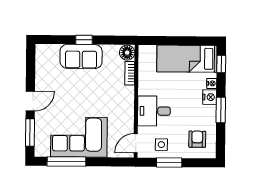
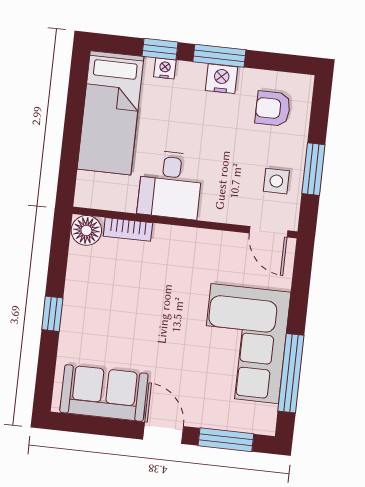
sofa: (81, 56) -> (104, 393), moved, turned -90
window: (221, 64) -> (160, 49), moved
nightstand: (210, 97) -> (221, 79), moved
desk: (154, 111) -> (170, 185), moved

